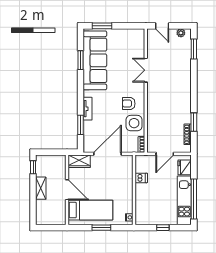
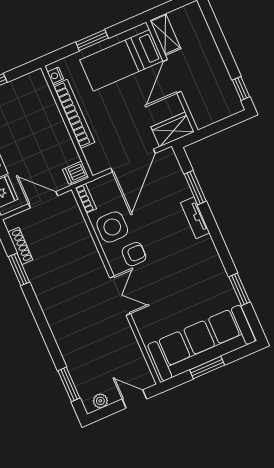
window: (102, 26) -> (207, 368), moved
sofa: (95, 60) -> (202, 343), moved, turned 90
double door: (146, 70) -> (120, 296), moved
door: (165, 154) -> (43, 200), hinge flipped
dishwasher: (141, 178) -> (75, 173), moved
shelving: (41, 188) -> (165, 34), moved
door: (67, 190) -> (172, 76), hinge flipped
bookcase: (128, 193) -> (74, 114), added

